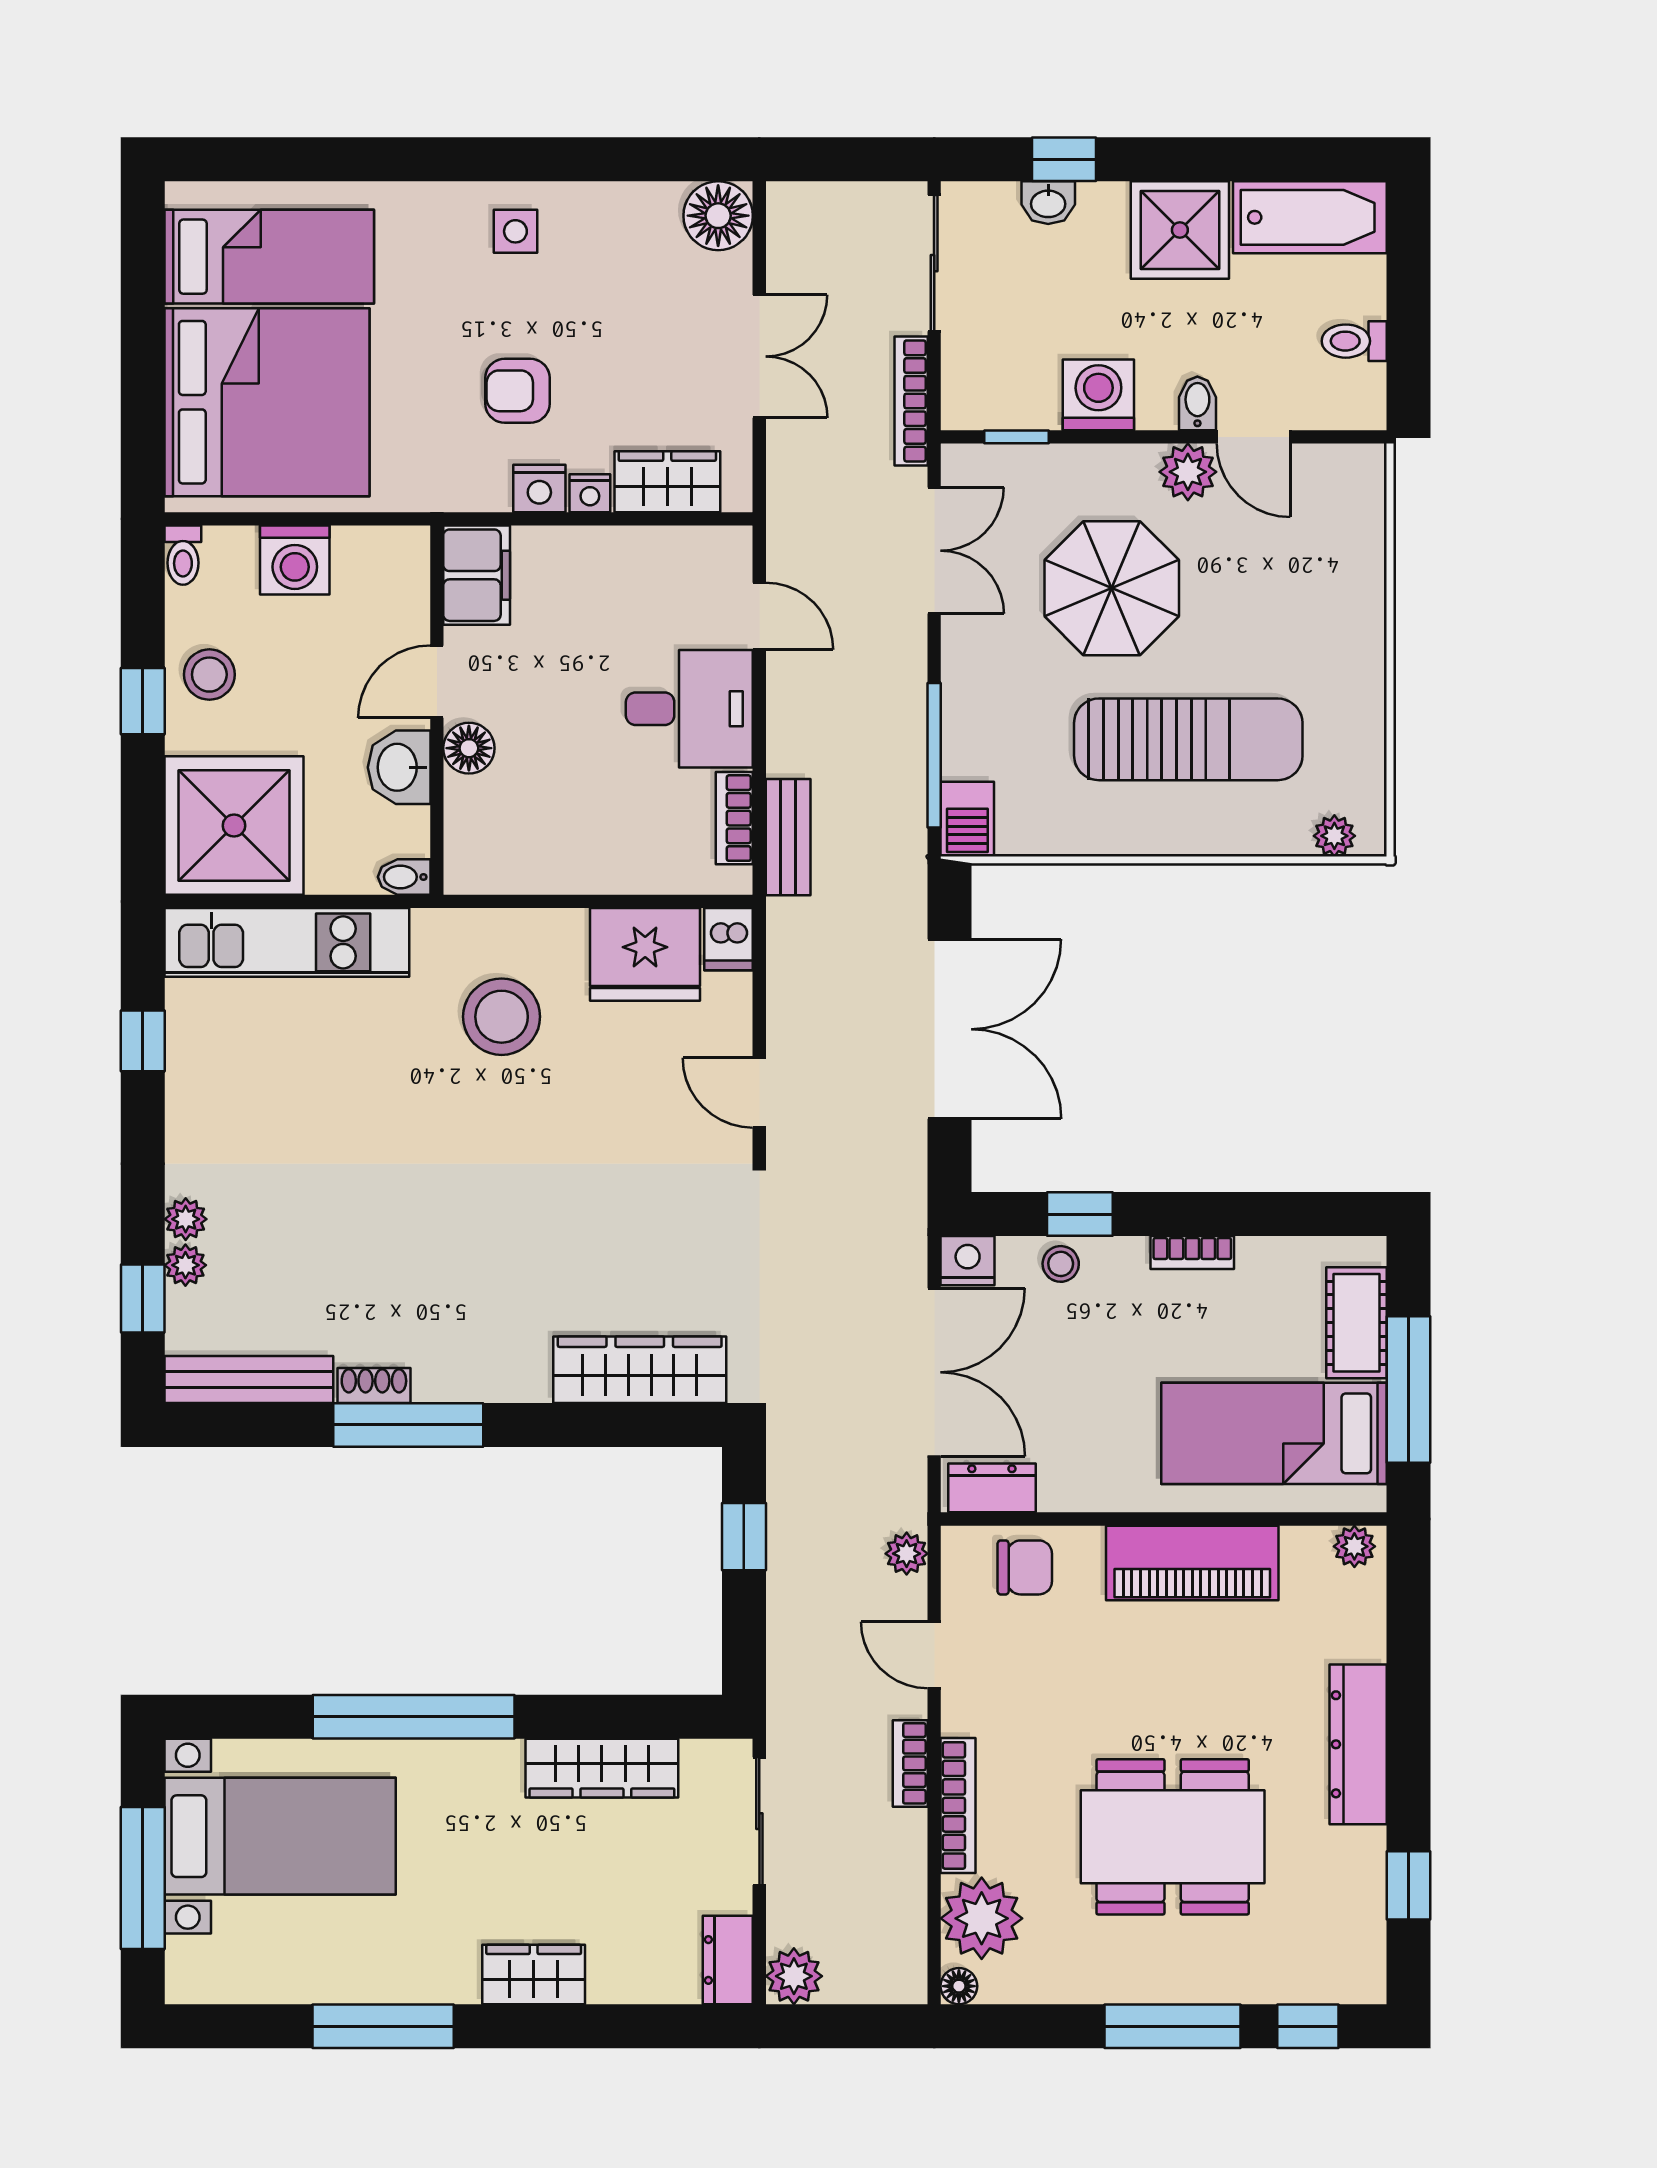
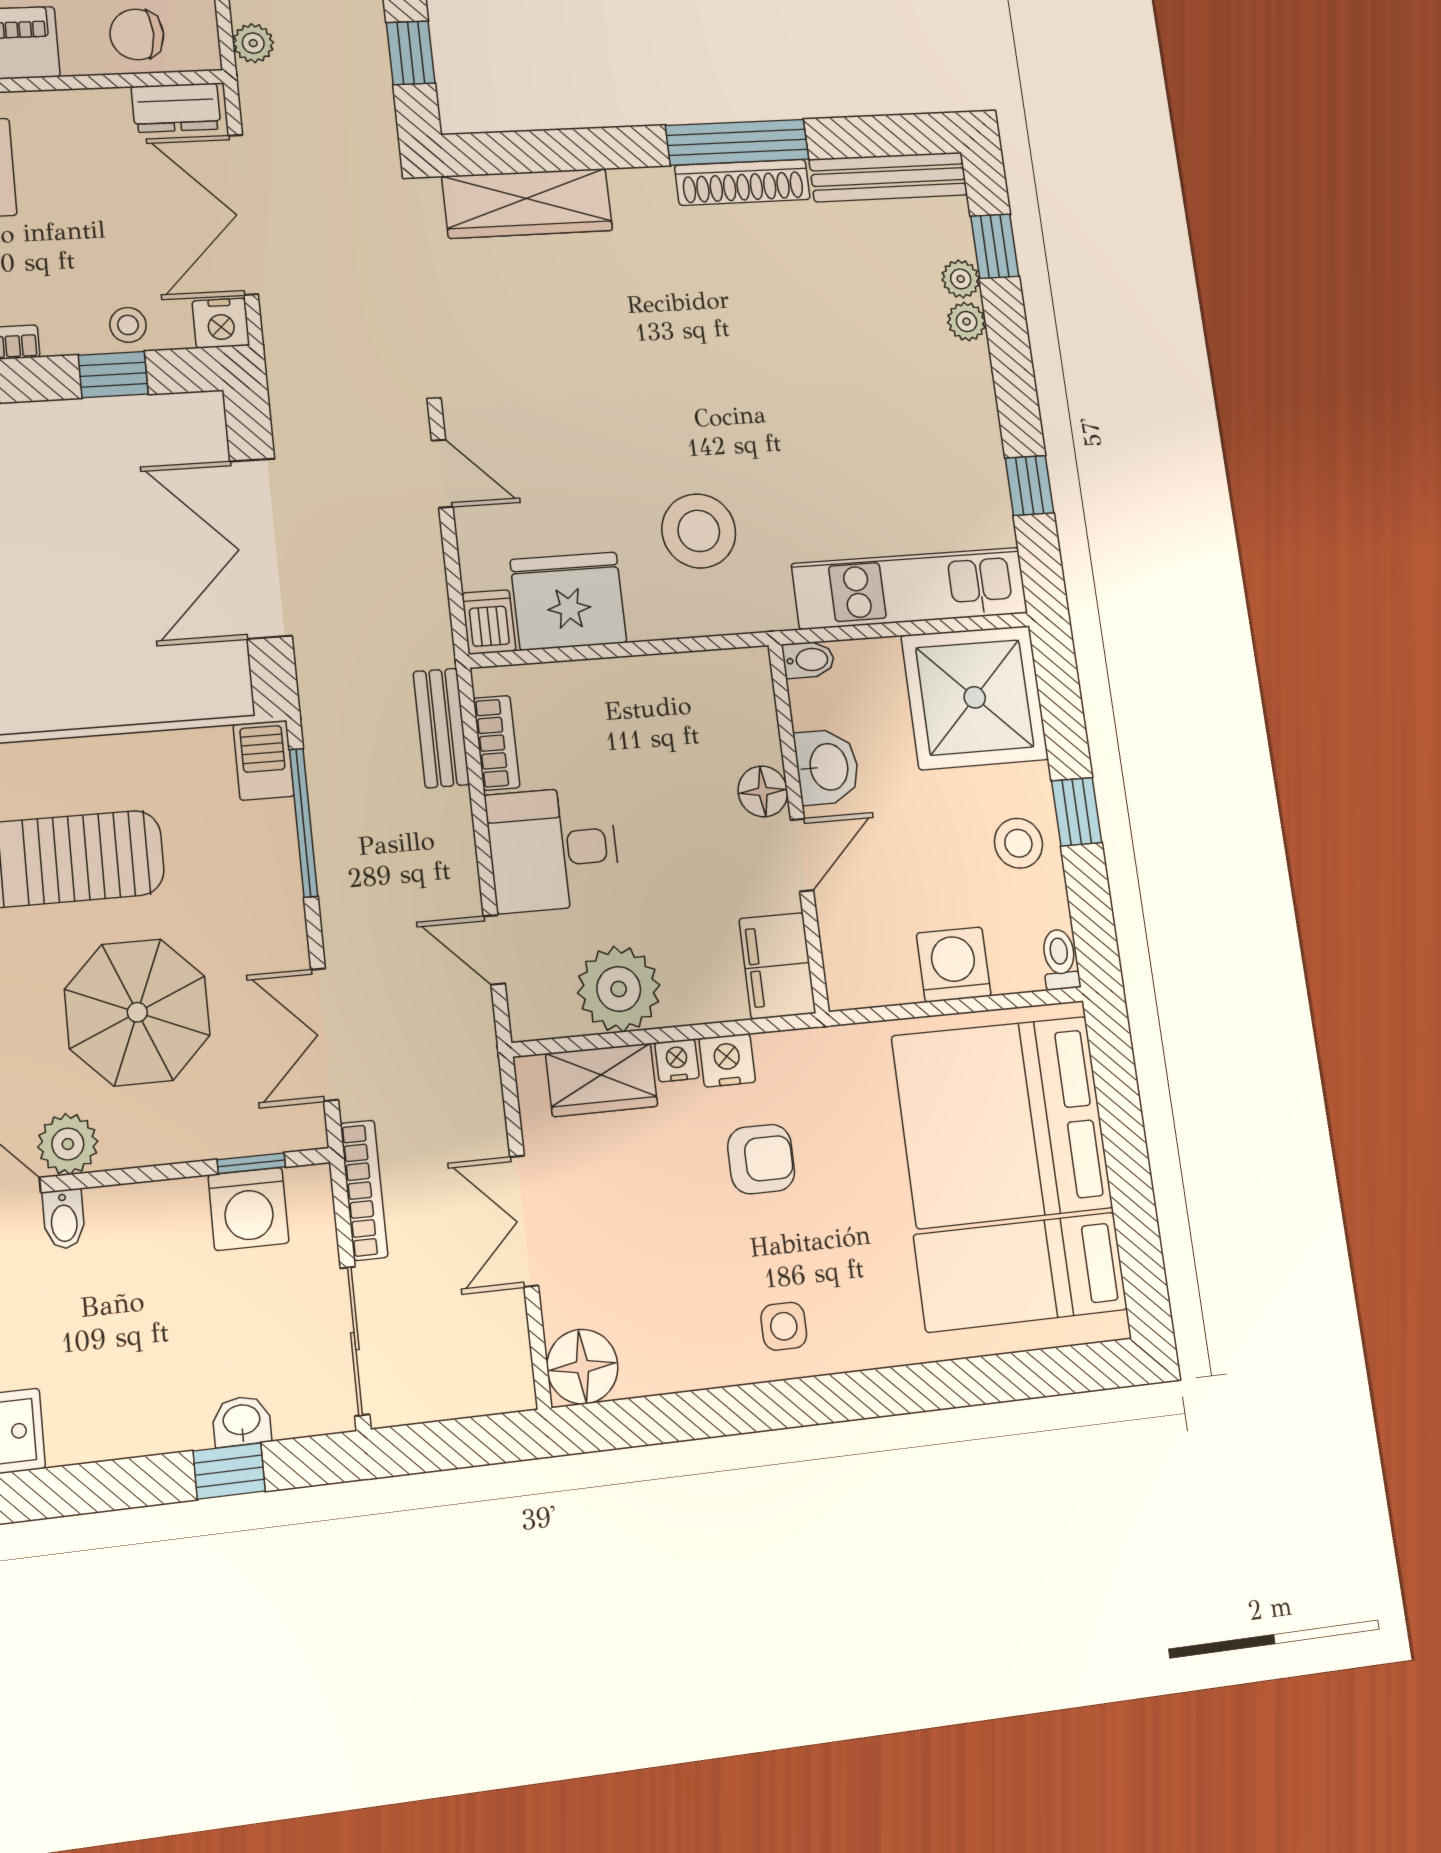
shower: (1180, 230) -> (99, 1407), removed
washing machine: (1098, 395) -> (248, 1209), moved
plant: (640, 567) -> (619, 989), added
shoe rack: (374, 1385) -> (742, 182), width x1.94, depth x1.24

